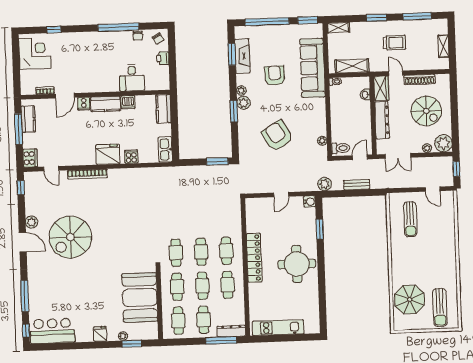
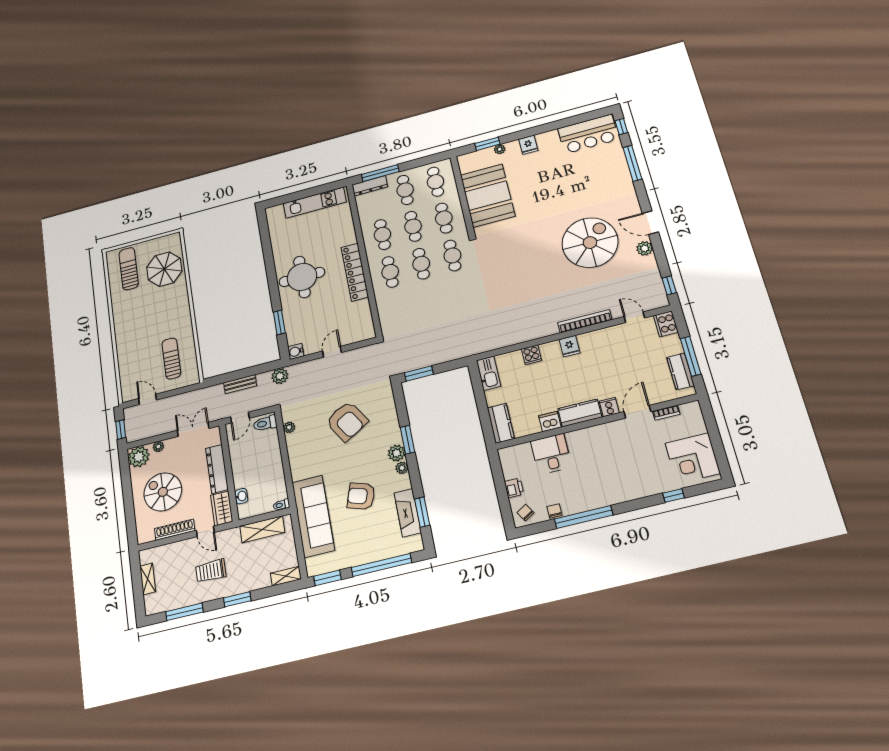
armchair: (275, 76) -> (361, 496), turned 110
fridge: (108, 154) -> (570, 346), width x0.53, depth x0.75

